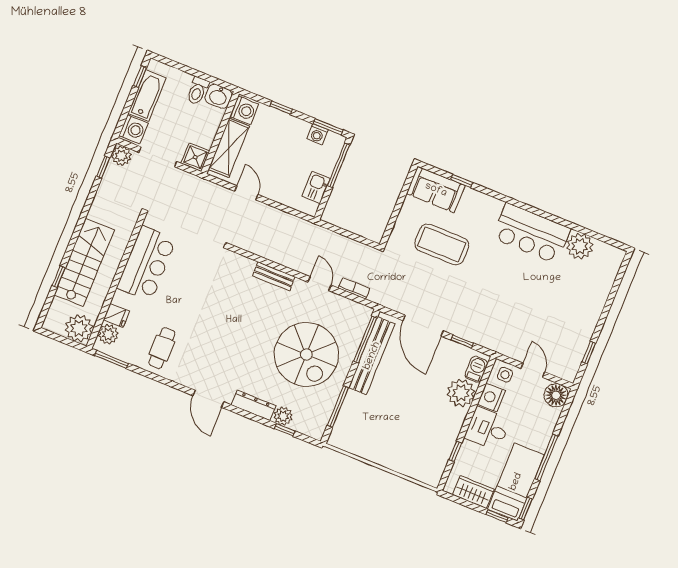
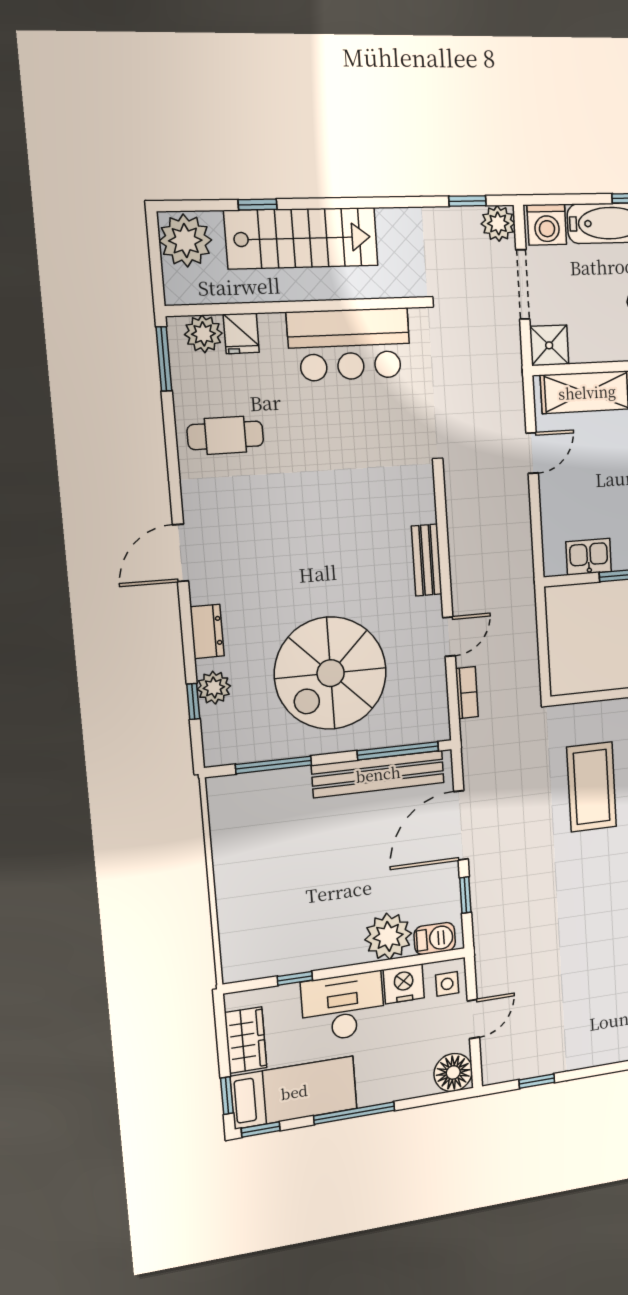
plant: (79, 328) -> (185, 241), moved
dresser: (253, 405) -> (207, 631), width x0.70
desk: (487, 429) -> (343, 1007), width x1.37

